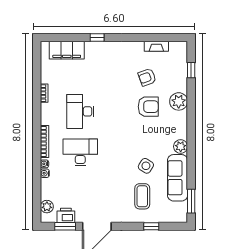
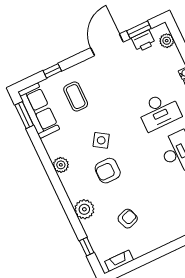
fireplace: (156, 46) -> (119, 261), moved
armchair: (148, 107) -> (108, 171), moved
side table: (146, 166) -> (101, 140), moved
sofa: (178, 178) -> (39, 111), moved

